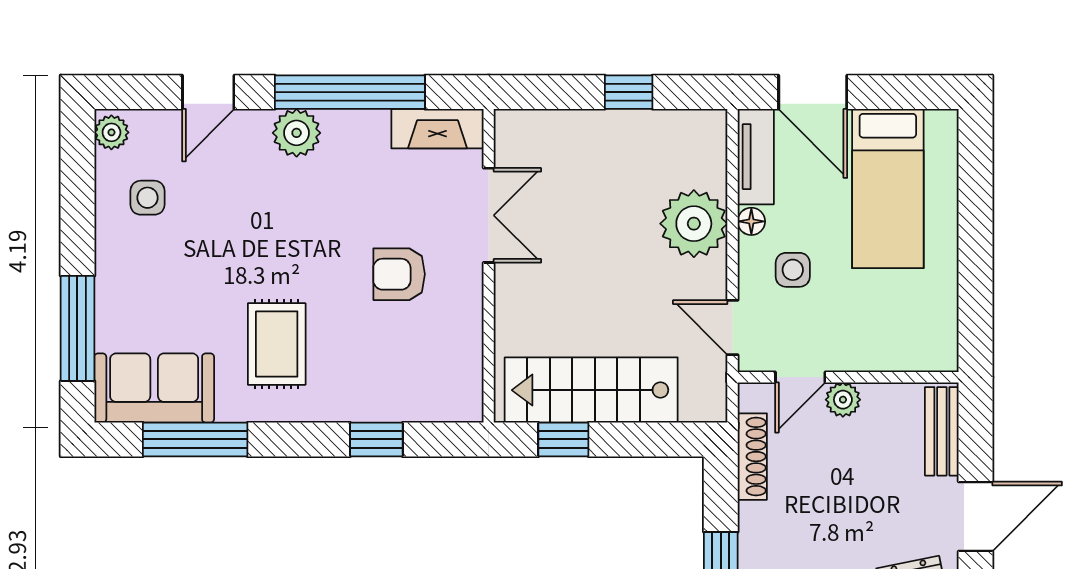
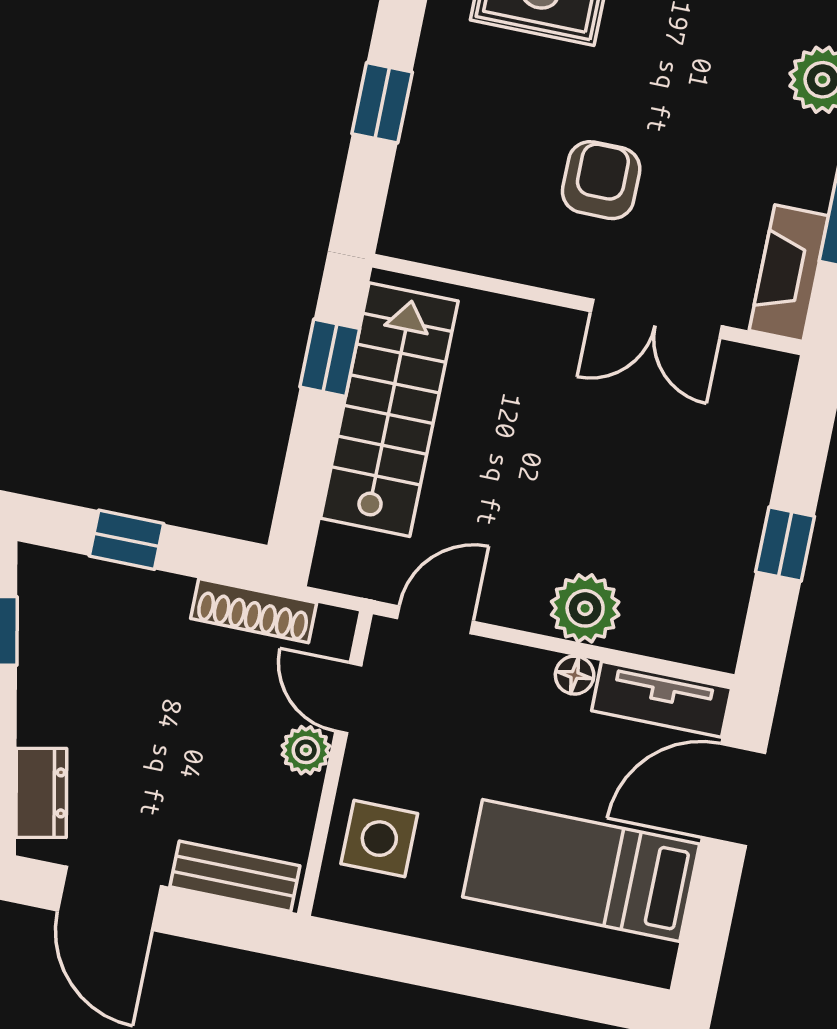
plant: (694, 224) -> (585, 608), width x0.73, depth x0.73
side table: (793, 270) -> (379, 839), moved, width x1.37, depth x1.37

